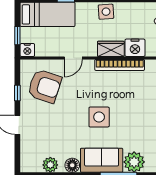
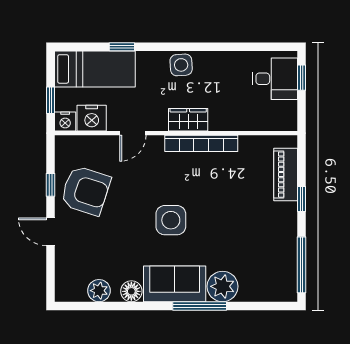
nightstand: (135, 48) -> (92, 118), moved
armchair: (45, 86) -> (86, 191), moved

